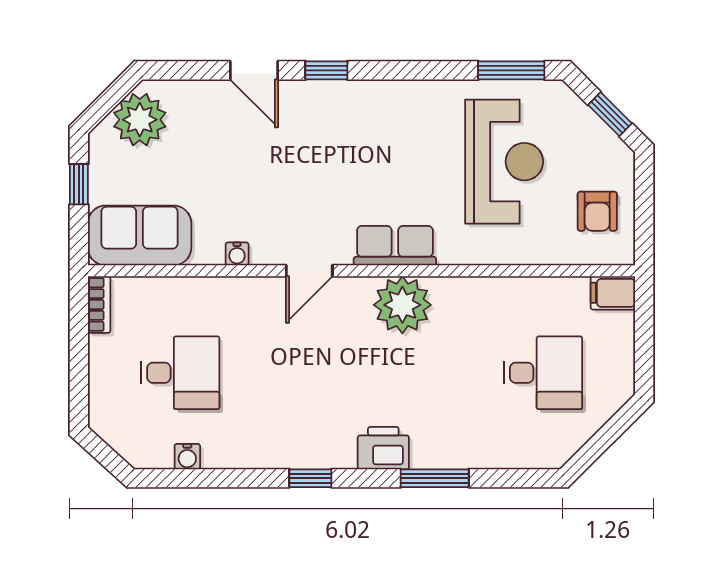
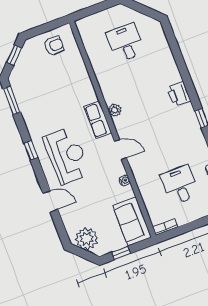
door: (254, 70) -> (50, 201), hinge flipped
window: (326, 70) -> (31, 150), moved
reception desk: (504, 162) -> (67, 156), moved, turned 90
filing cabinet: (613, 293) -> (84, 27), removed
plant: (402, 305) -> (115, 110), width x0.53, depth x0.53
window: (435, 478) -> (183, 69), removed

